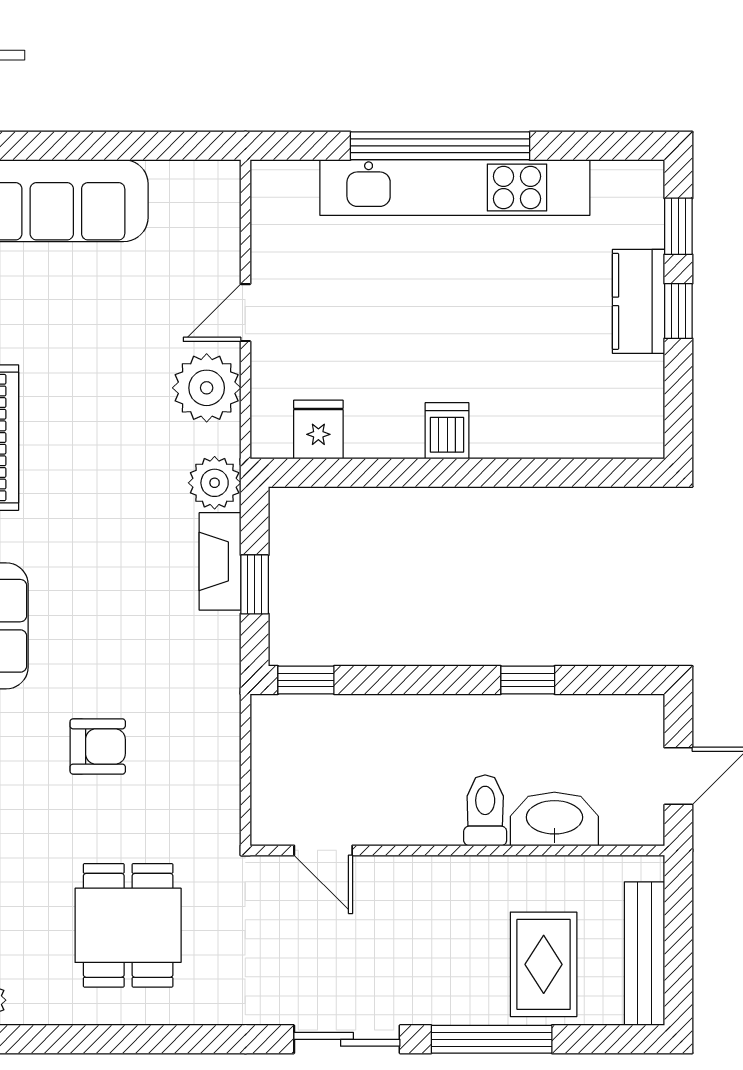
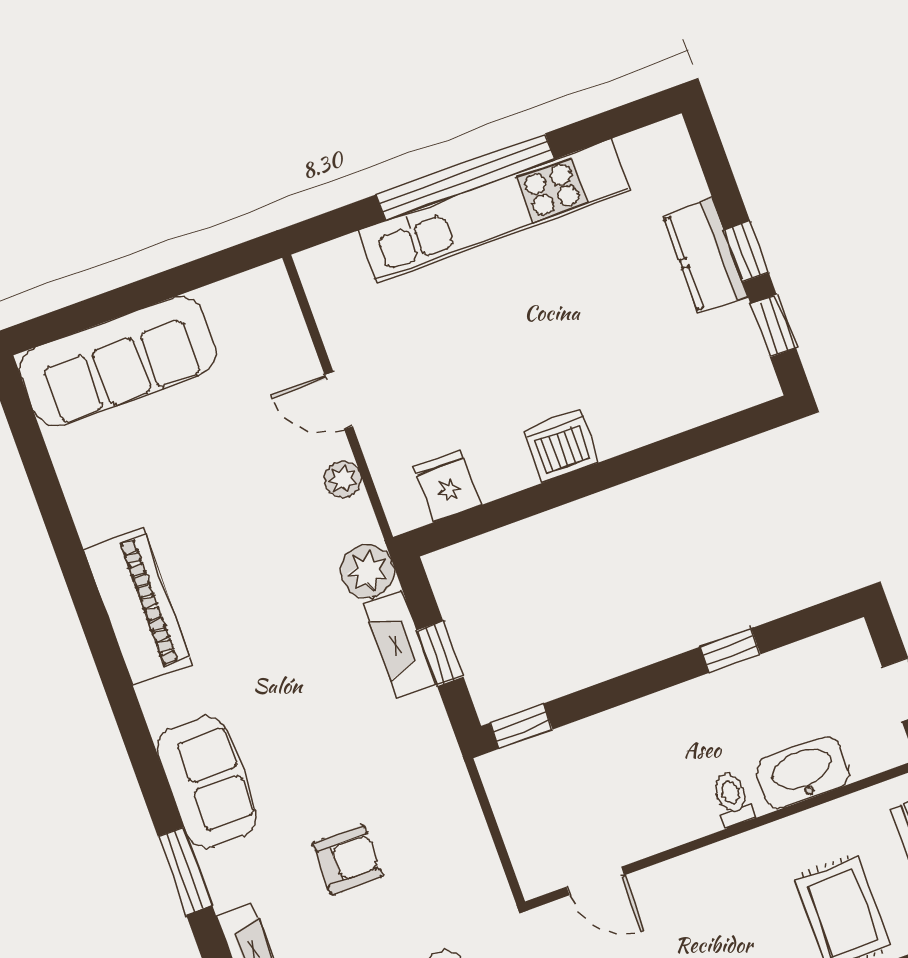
window: (678, 226) -> (773, 326), moved
door: (245, 313) -> (339, 400), hinge flipped
plant: (207, 388) -> (343, 479), width x0.53, depth x0.53
dishwasher: (447, 431) -> (561, 446), width x1.38
toilet: (485, 810) -> (732, 799), width x0.73, depth x0.72

